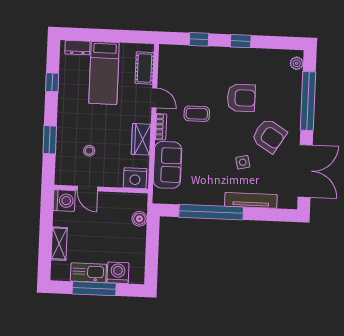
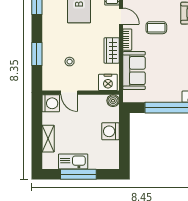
boiler: (139, 219) -> (113, 101), moved
washing machine: (118, 273) -> (110, 131), moved, turned -90

